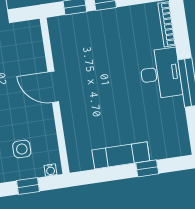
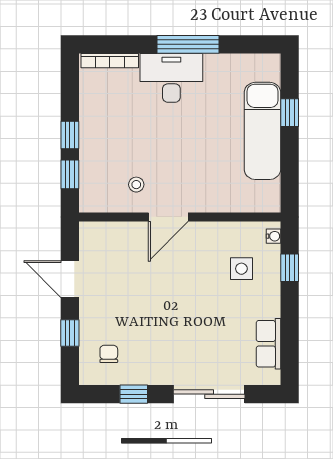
stool: (75, 59) -> (136, 185), added
exam couch: (121, 155) -> (262, 131), width x1.36, depth x1.45

